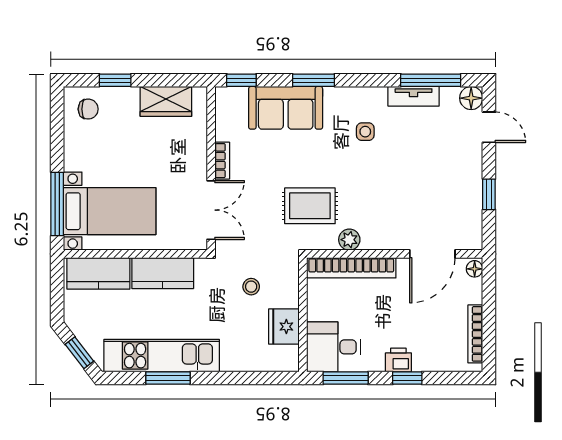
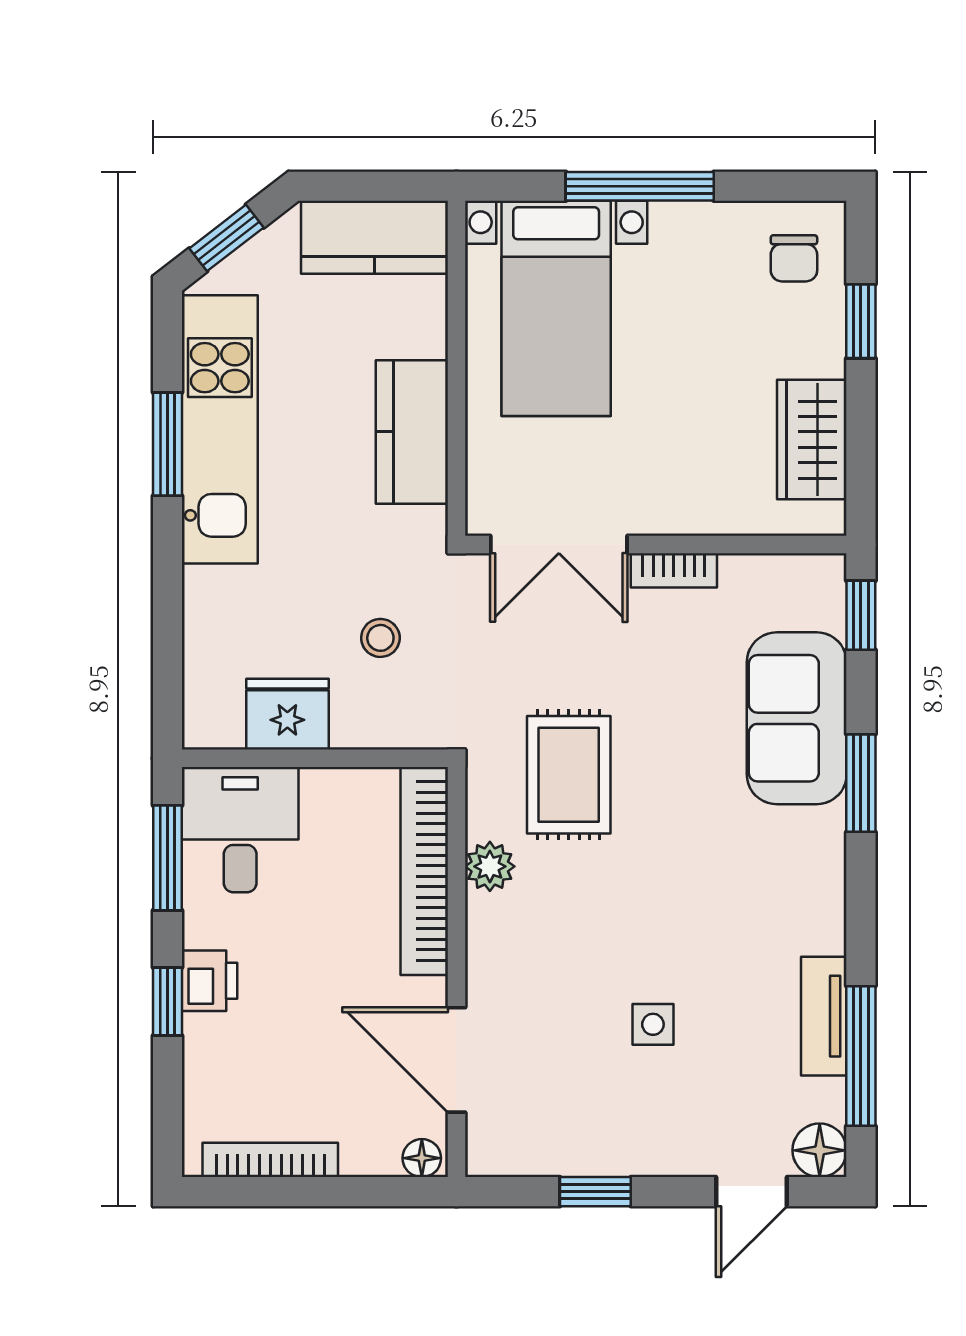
side table: (365, 132) -> (653, 1024), moved
window: (57, 204) -> (640, 186), moved
kitchen counter: (98, 273) -> (374, 237), moved, turned -90

